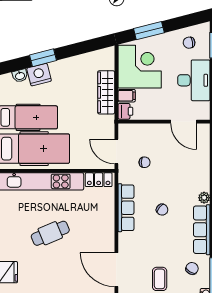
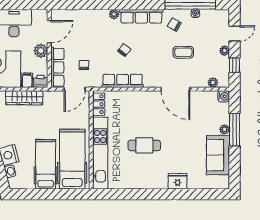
plant: (161, 112) -> (41, 51), added
row of seats: (142, 131) -> (57, 67), added
cafe table: (50, 233) -> (144, 145), turned -67
door: (116, 270) -> (175, 89), hinge flipped

